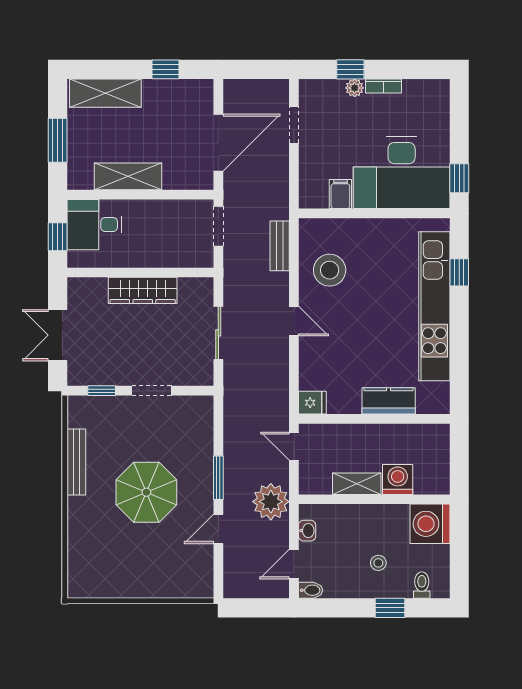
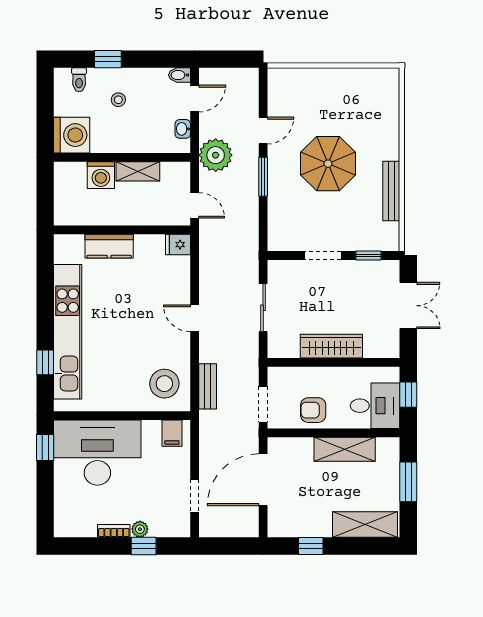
filing cabinet: (340, 194) -> (172, 433), moved
armchair: (163, 220) -> (313, 410), added
stool: (330, 270) -> (164, 384), moved

